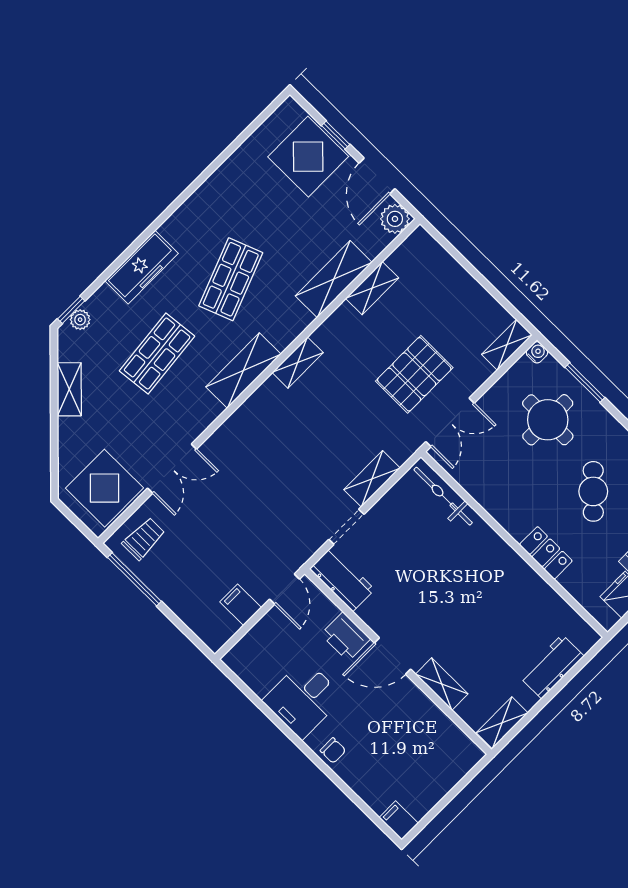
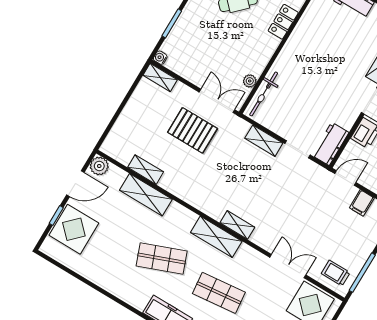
shelving: (298, 363) -> (237, 225), moved
round table: (548, 420) -> (200, 41), removed
plant: (468, 480) -> (250, 81), added

